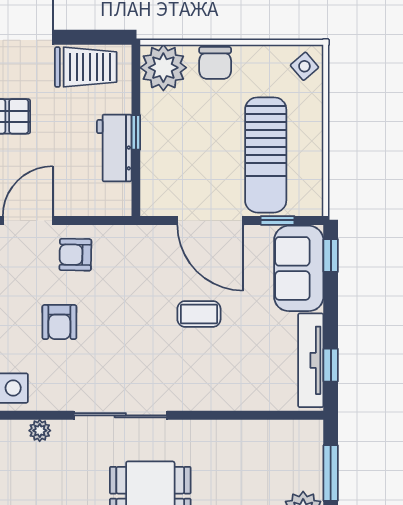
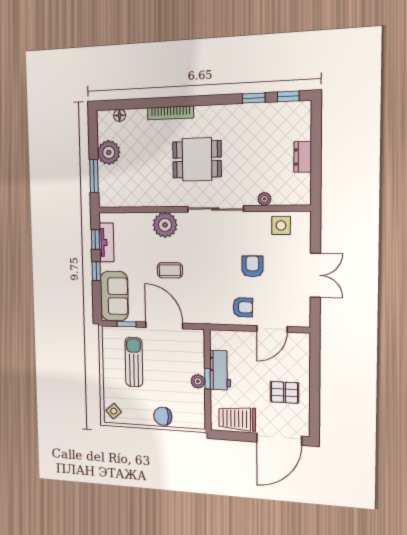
chair: (215, 63) -> (163, 416), turned -90
plant: (163, 68) -> (198, 381), moved, width x0.53, depth x0.53
sun lounger: (266, 155) -> (134, 362), width x0.73, depth x0.75
window: (331, 255) -> (96, 271), moved
tv unit: (311, 360) -> (106, 242), width x0.71
plant: (206, 390) -> (165, 225), added

